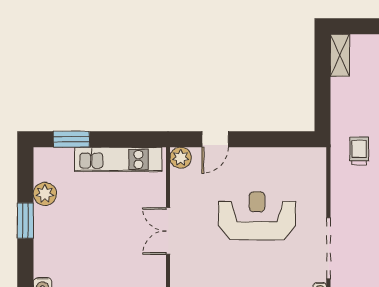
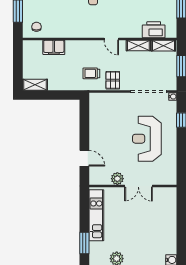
plant: (181, 158) -> (117, 179), moved
pallet: (348, 187) -> (113, 80), added
reception desk: (257, 216) -> (147, 139), moved

